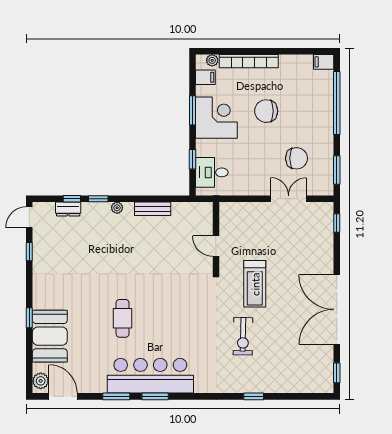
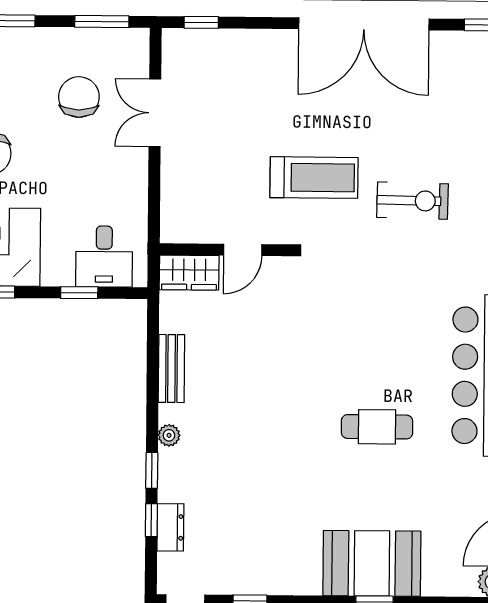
wardrobe: (204, 218) -> (189, 273), added
booth: (50, 336) -> (372, 563), moved

